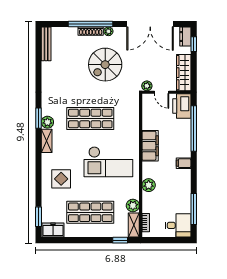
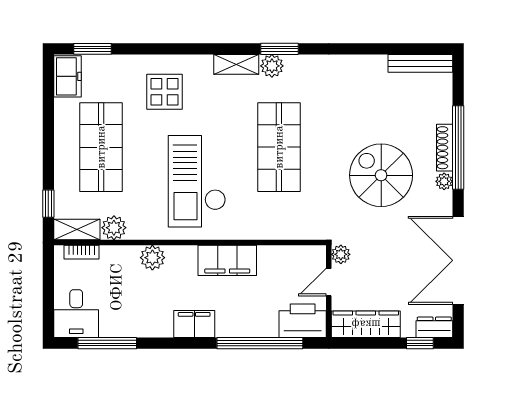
filing cabinet: (184, 163) -> (194, 324), width x2.00

